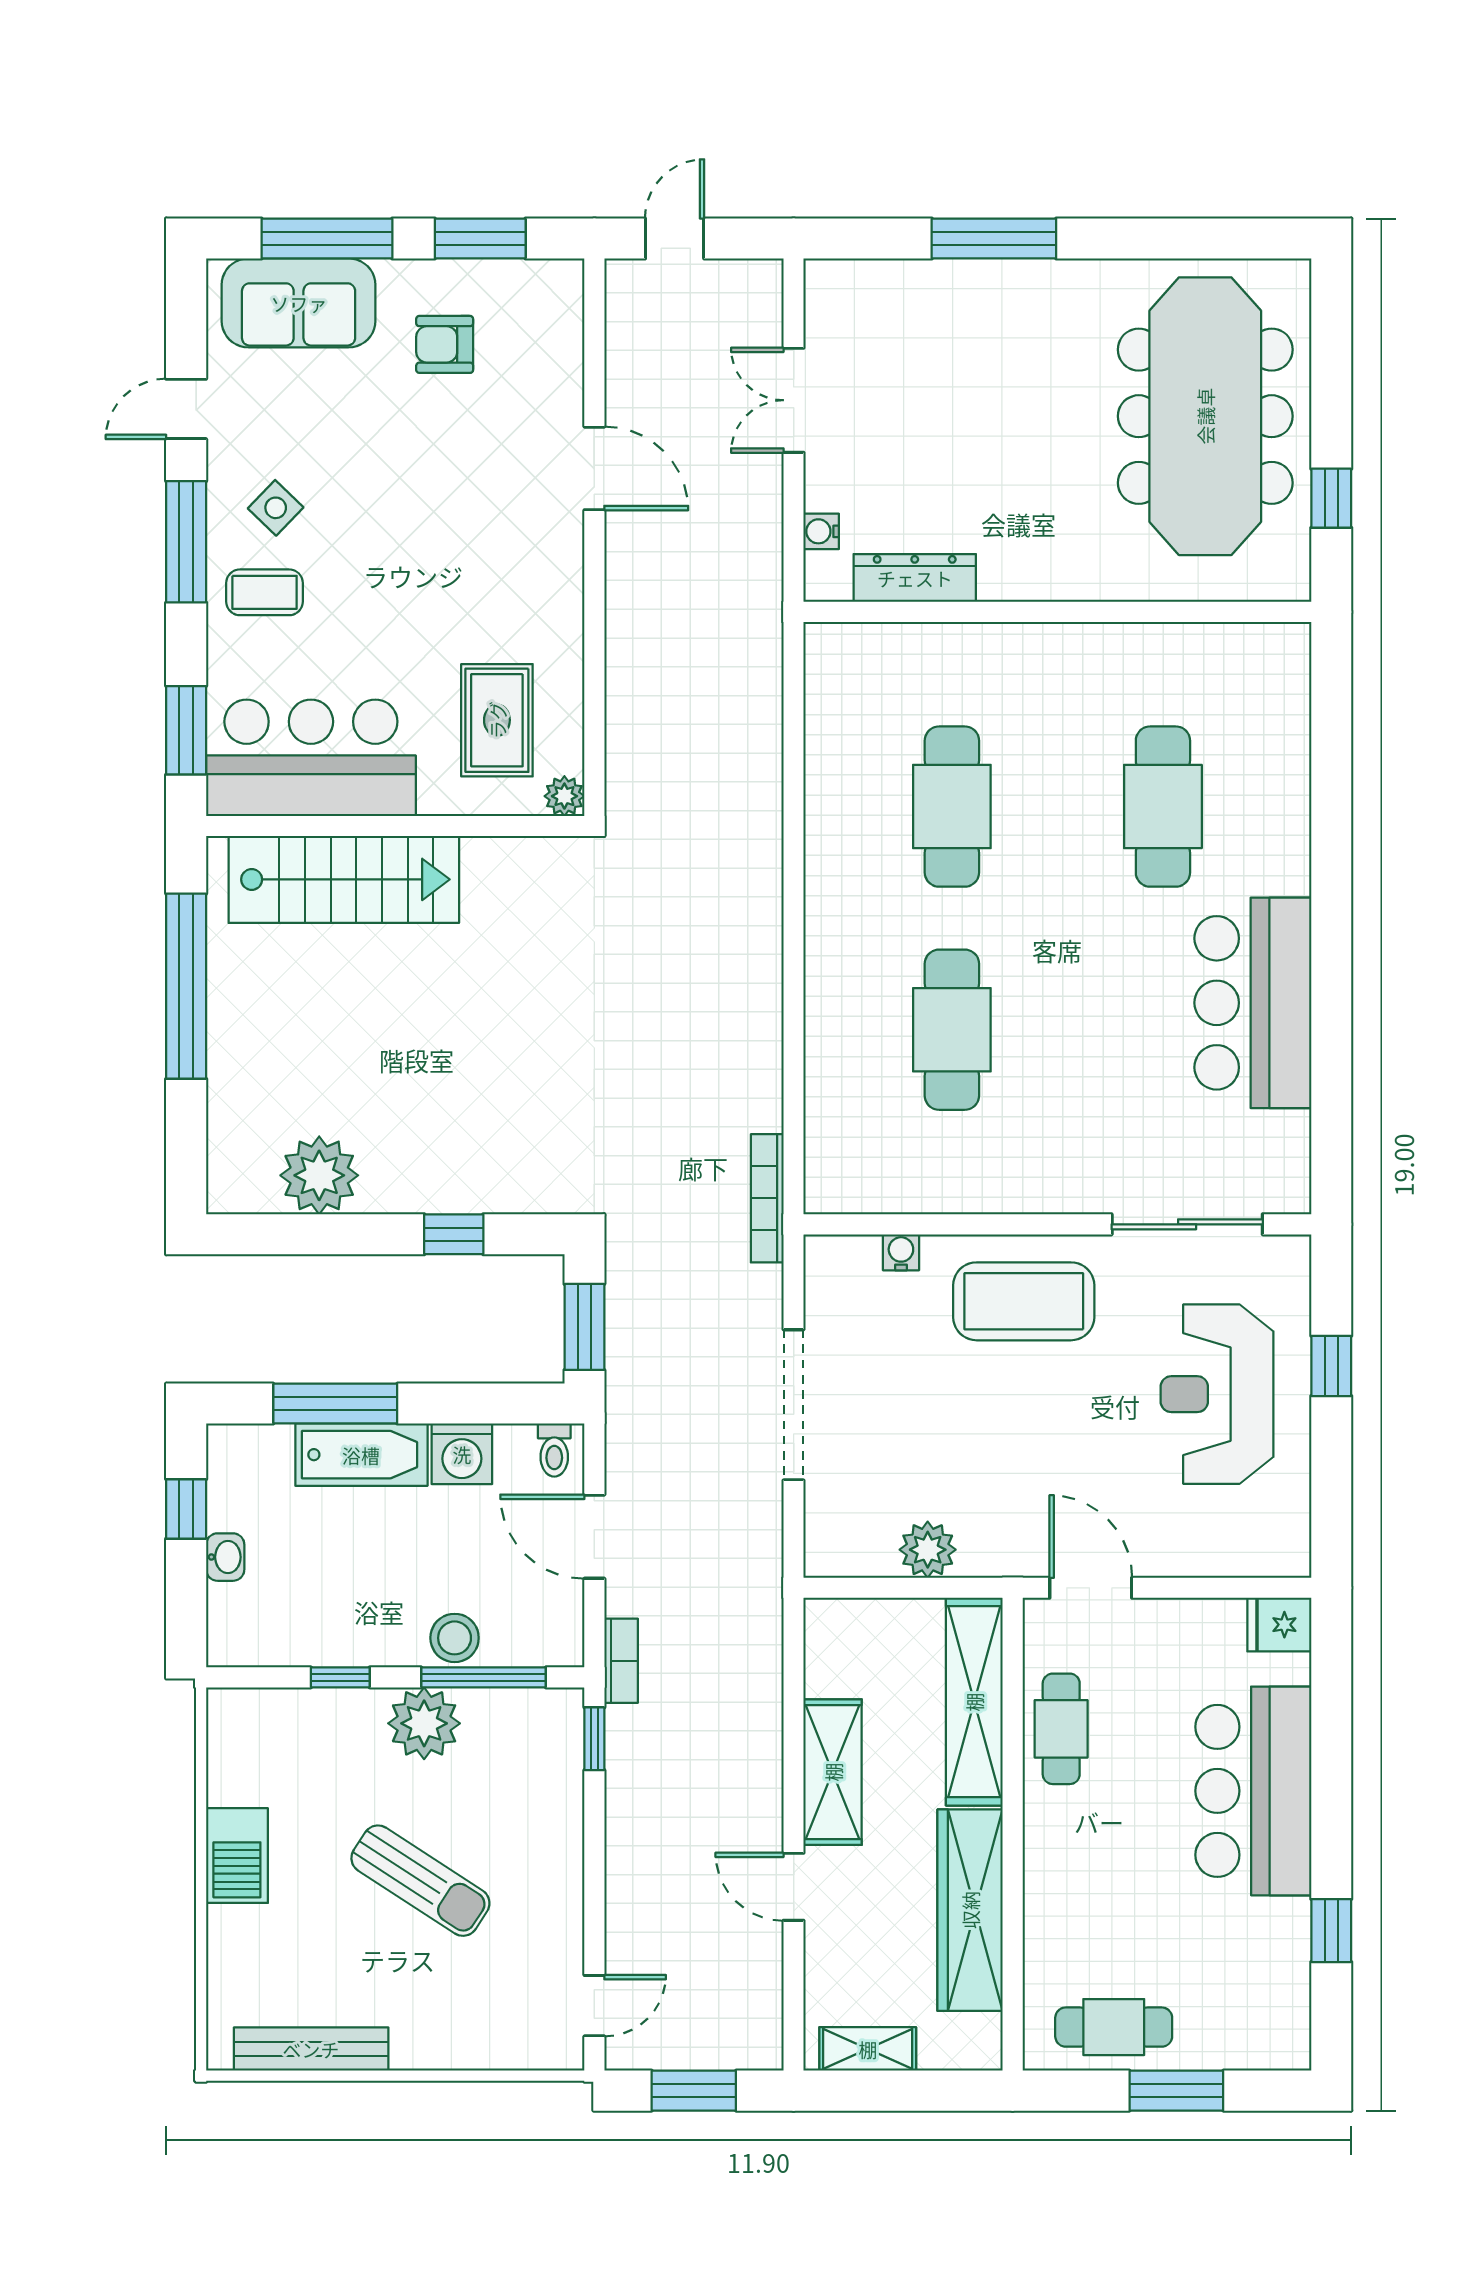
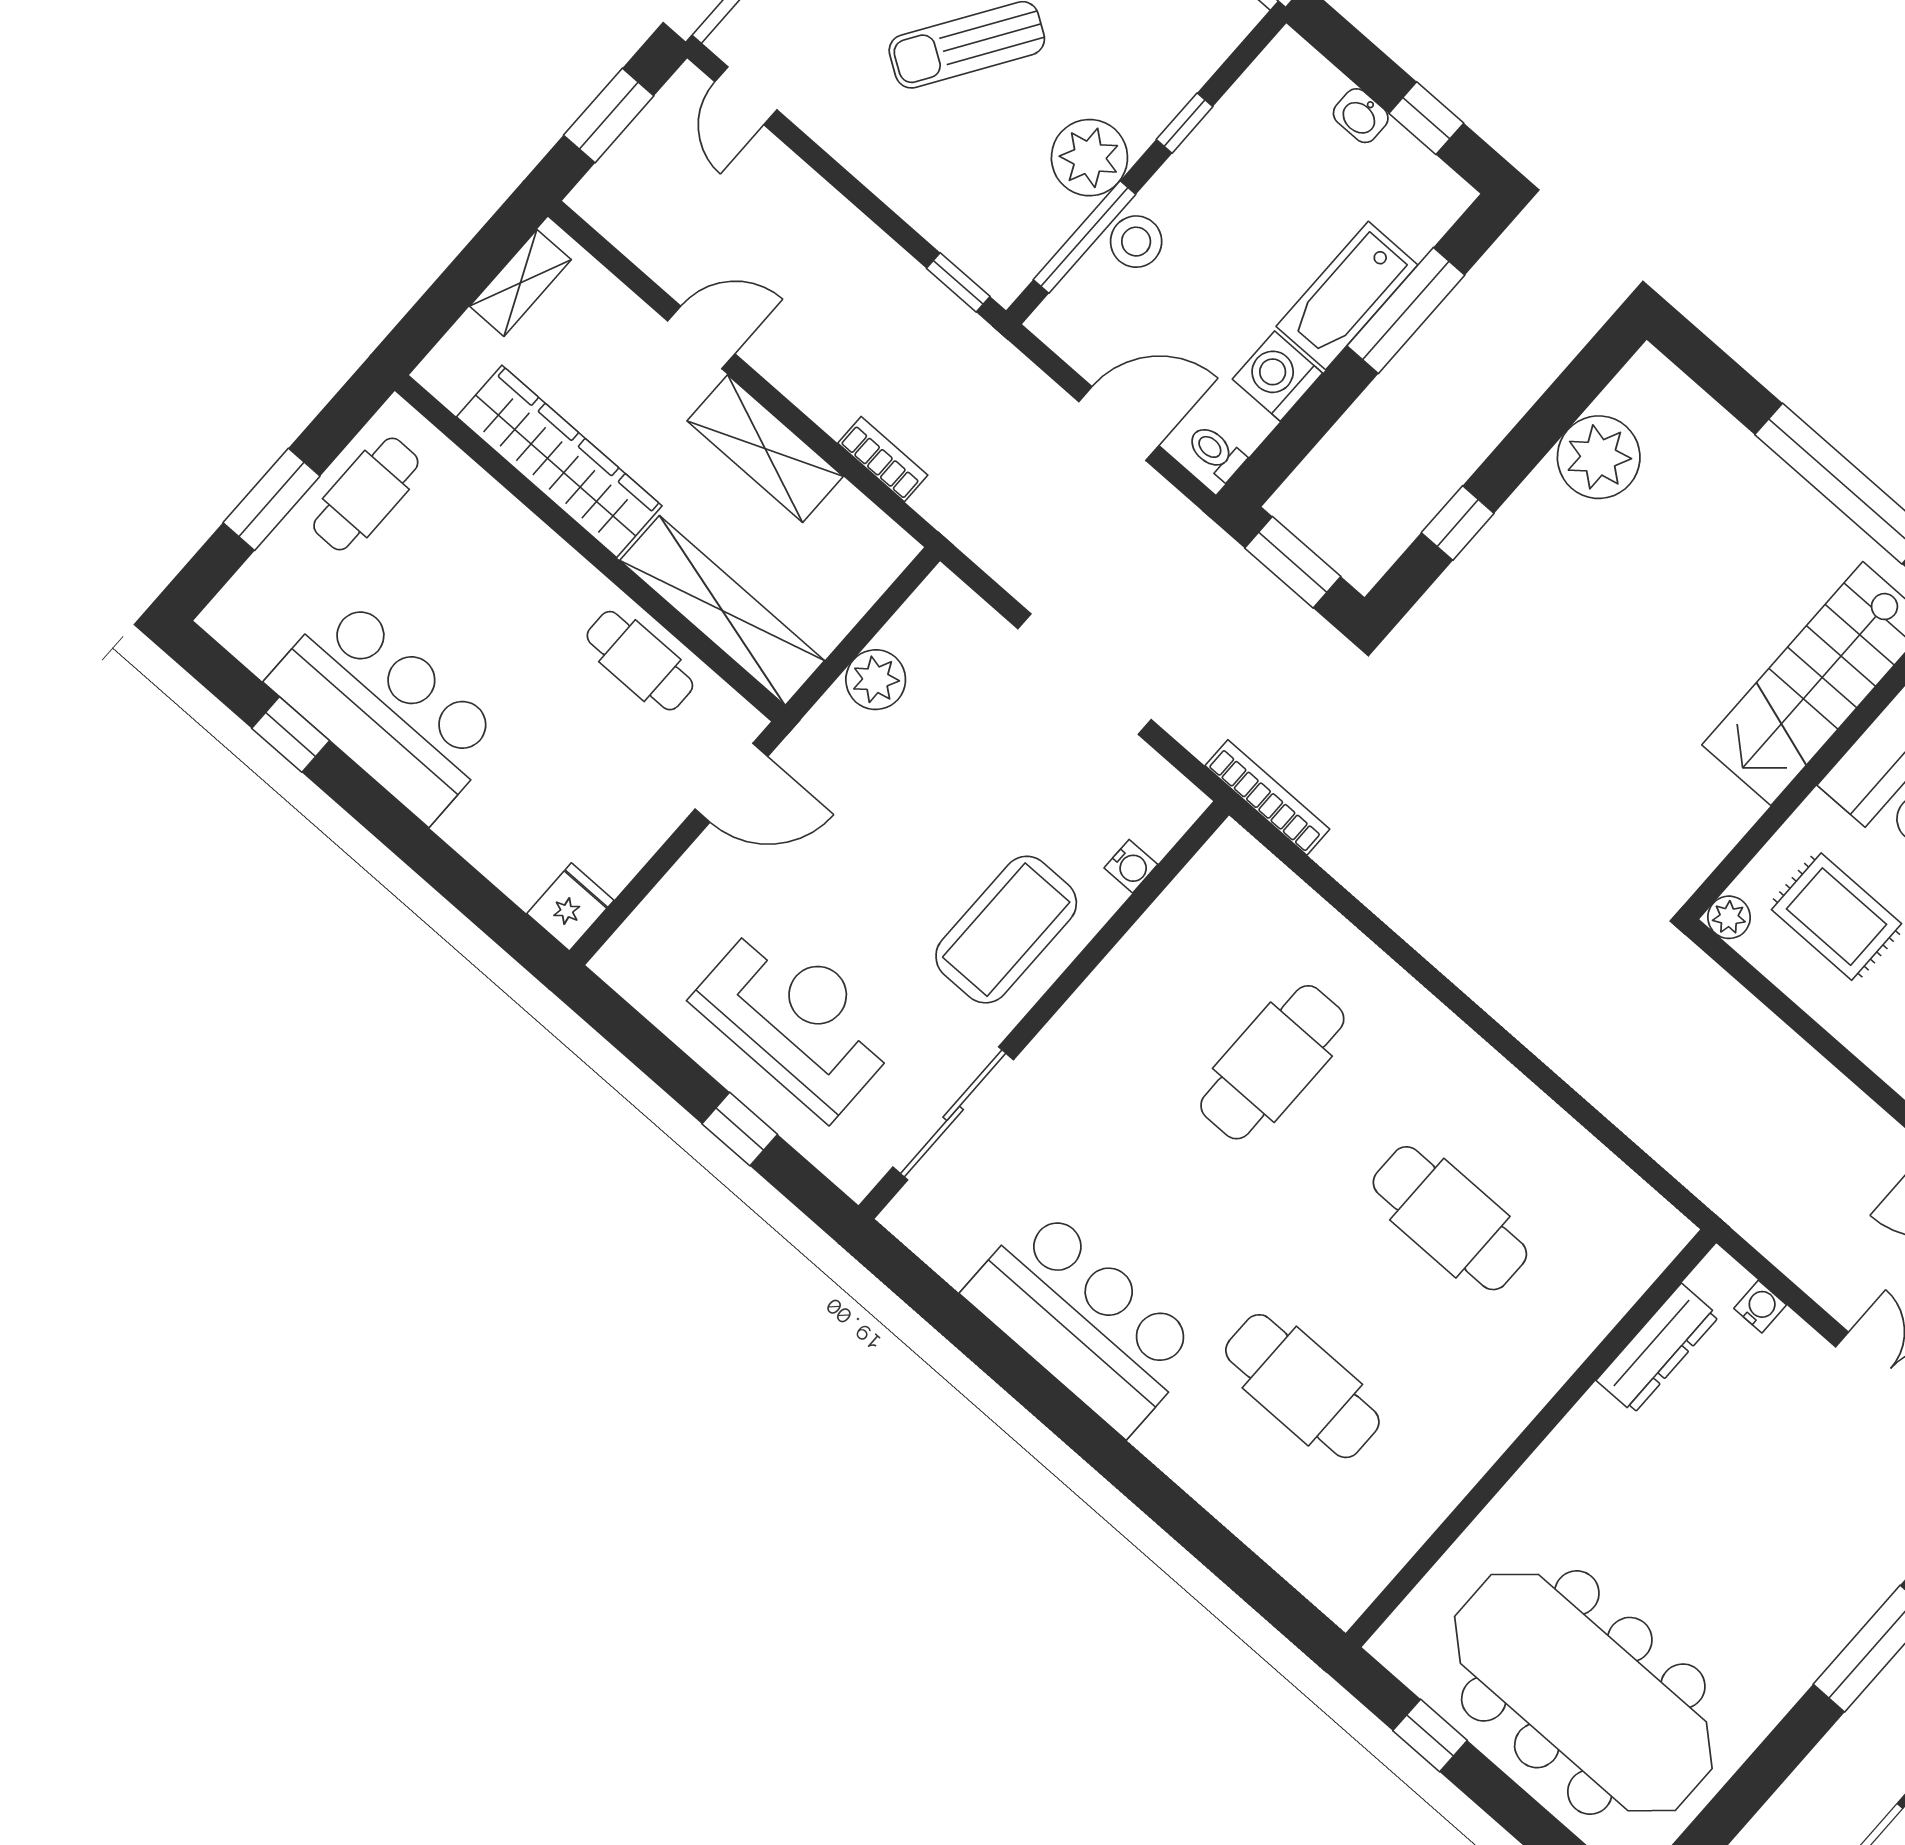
cafe table: (952, 1030) -> (1272, 1062), turned 90
bookcase: (621, 1661) -> (883, 459), moved, turned 180
bar counter: (1253, 1791) -> (386, 709), moved

